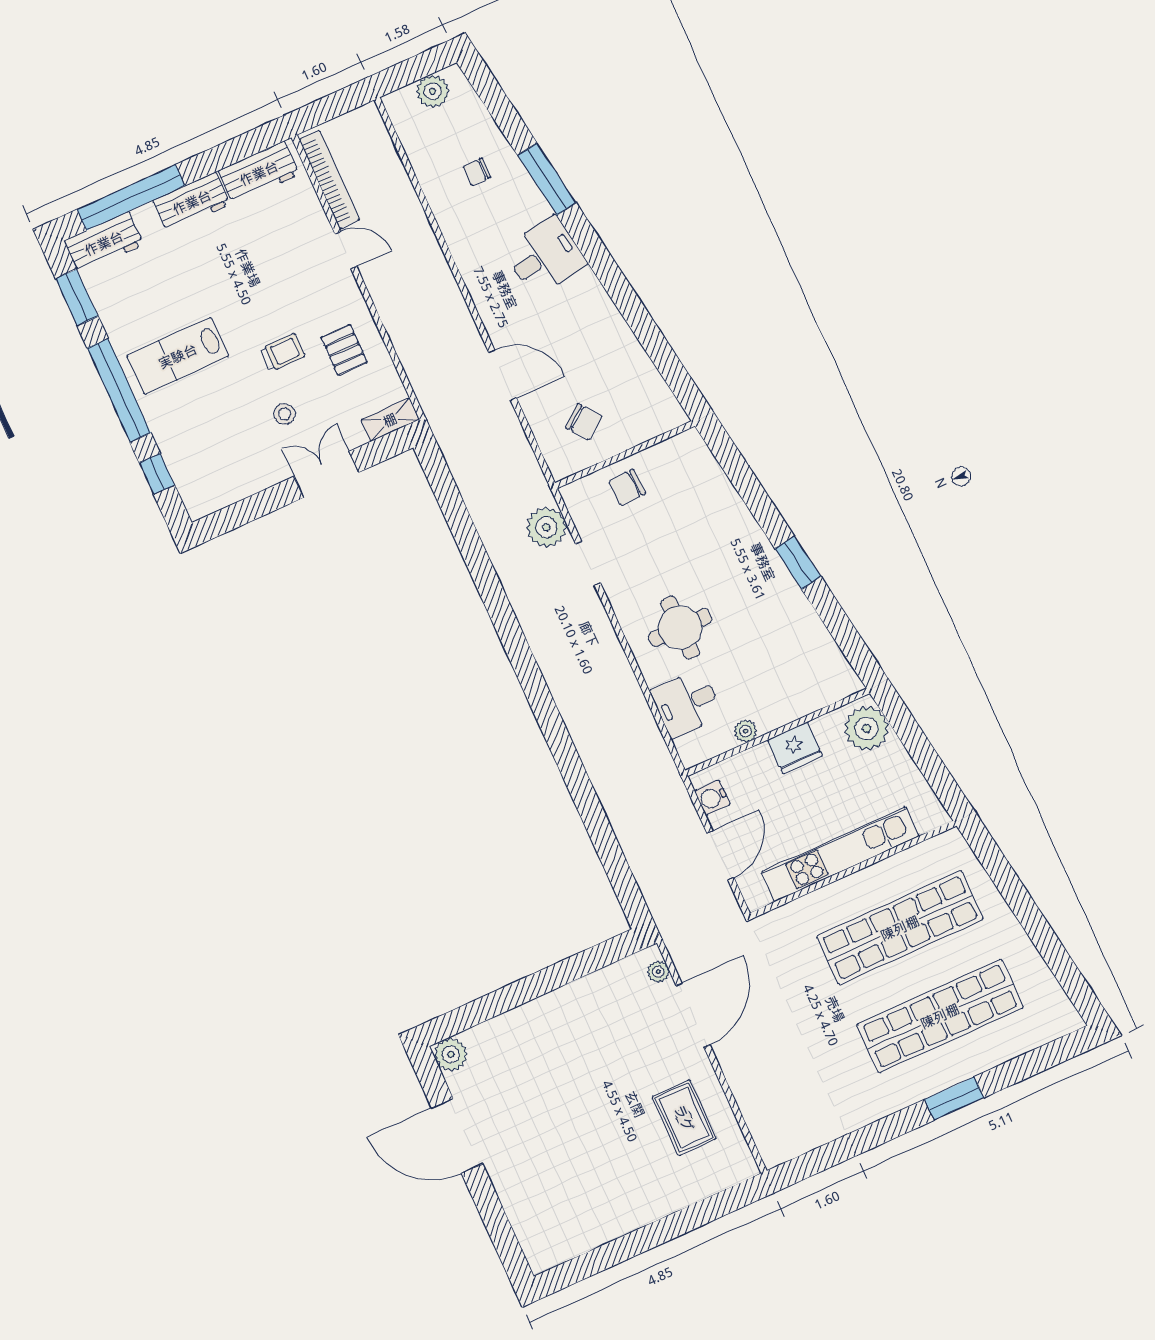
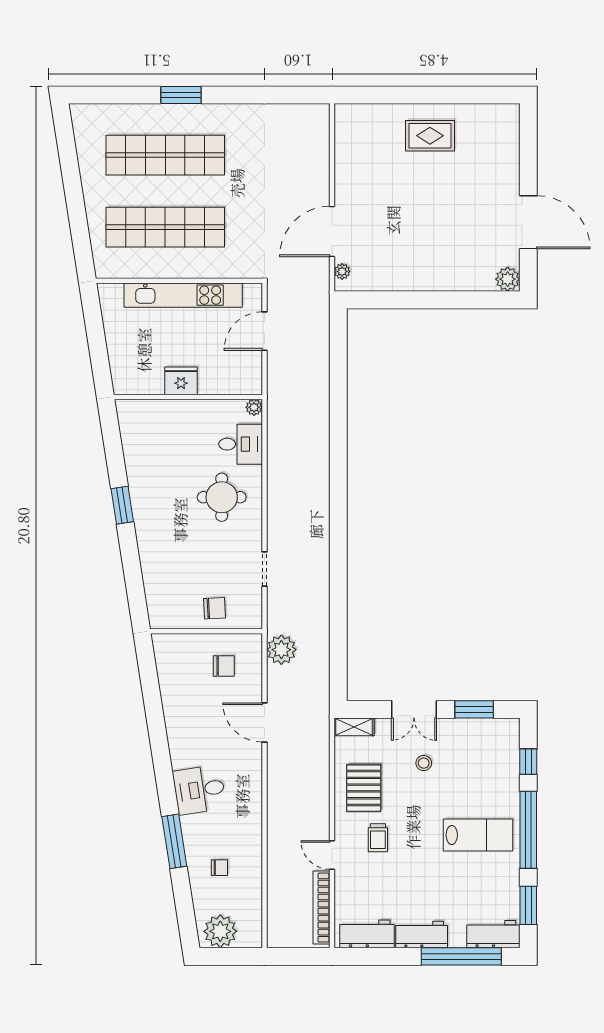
plant: (433, 91) -> (220, 931), width x1.36, depth x1.36
pallet: (344, 350) -> (364, 788), width x1.50, depth x1.42
trolley: (282, 352) -> (378, 838), moved, turned -90
chair: (584, 422) -> (224, 666), turned 128
window: (252, 508) -> (474, 709), added
plant: (546, 527) -> (281, 650), moved
plant: (867, 728) -> (127, 372), removed
plant: (746, 731) -> (254, 407), moved
water cooler: (712, 798) -> (252, 373), removed
rug: (684, 1118) -> (430, 136), moved, turned 90

